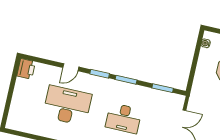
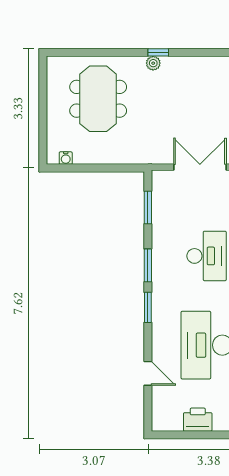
door: (71, 67) -> (148, 373), moved
printer: (26, 69) -> (198, 420), moved

